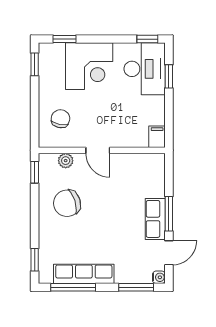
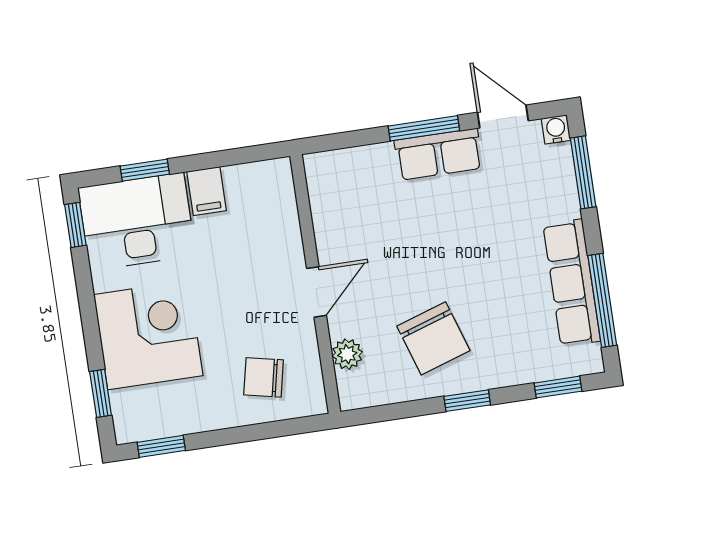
filing cabinet: (157, 137) -> (207, 191), moved, turned -90
window: (35, 172) -> (467, 401), moved

